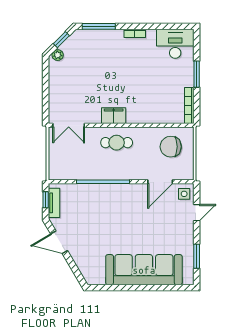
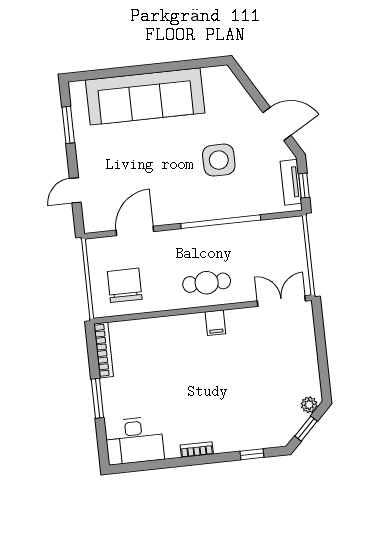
window: (99, 26) -> (252, 454), width x0.46
filing cabinet: (114, 116) -> (215, 323), width x0.50
chair: (171, 147) -> (125, 285), turned -90
side table: (184, 194) -> (219, 160), moved, width x1.87, depth x1.87

